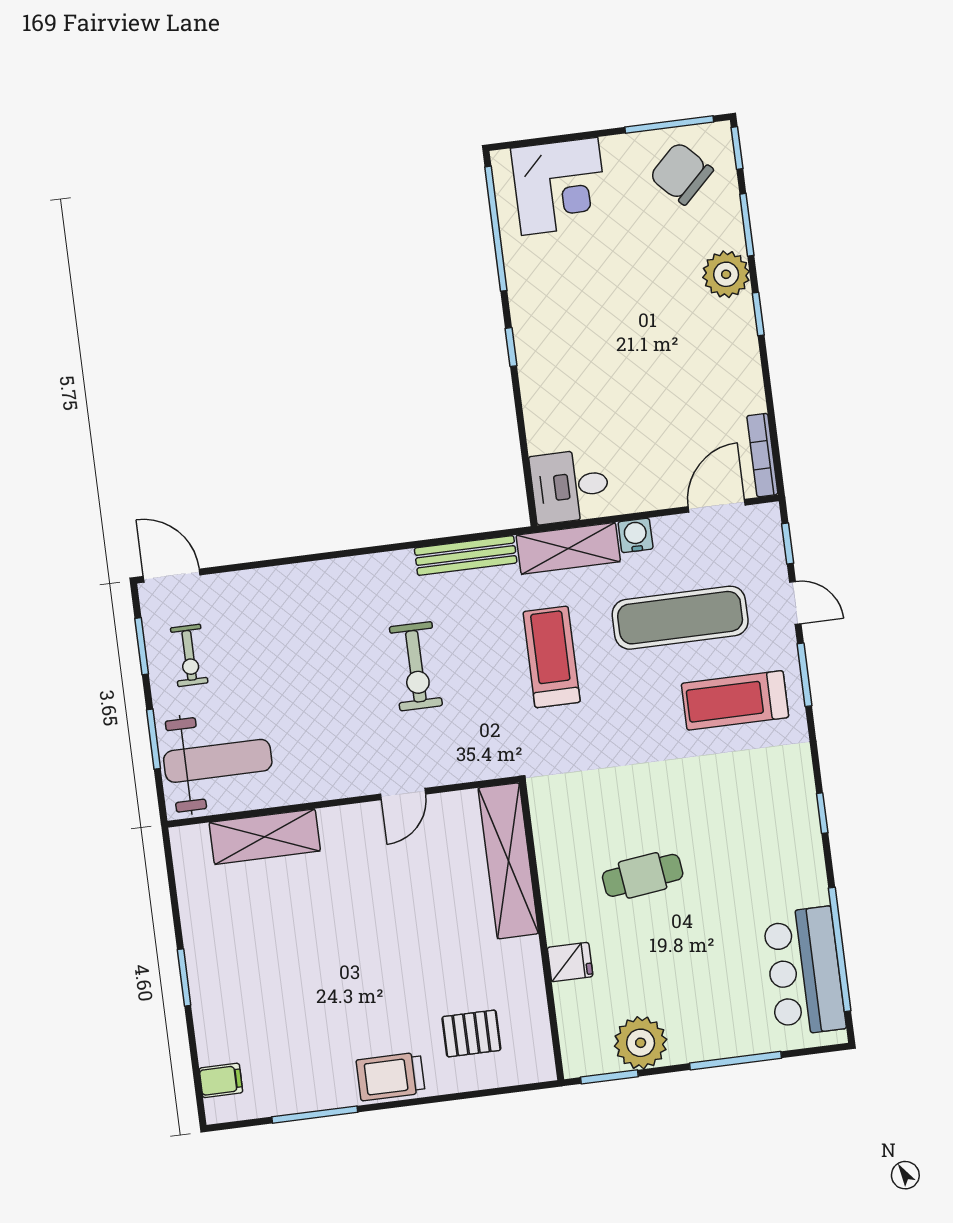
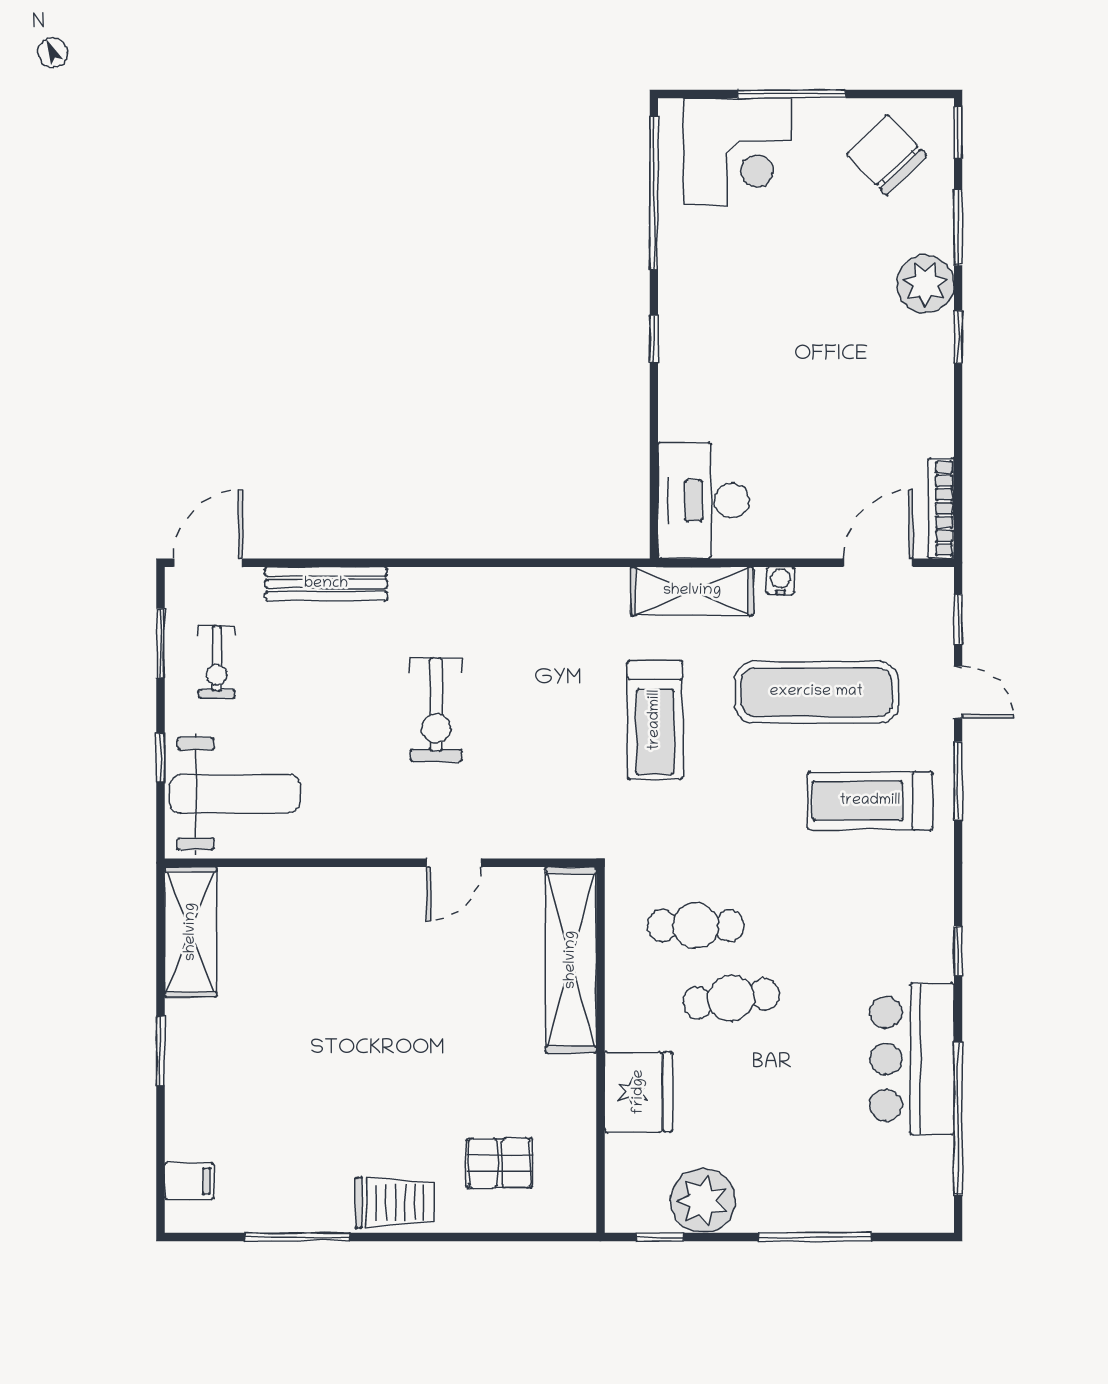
window: (669, 124) -> (791, 94), moved
desk: (570, 486) -> (704, 501), width x1.37
water cooler: (636, 535) -> (781, 581), width x0.72, depth x0.72
bench: (466, 555) -> (326, 584), moved
door: (172, 576) -> (208, 563), hinge flipped
treadmill: (552, 657) -> (655, 720), turned 180
exercise bike: (416, 666) -> (436, 710), moved
window: (153, 739) -> (160, 758), width x0.67
cafe table: (606, 820) -> (696, 926), added
shelving: (265, 837) -> (191, 932), moved, turned 90
fridge: (570, 962) -> (639, 1092), width x1.88, depth x1.34
bar counter: (804, 971) -> (912, 1059), moved
trolley: (391, 1076) -> (395, 1203), turned 180
window: (609, 1077) -> (660, 1237), width x0.67

